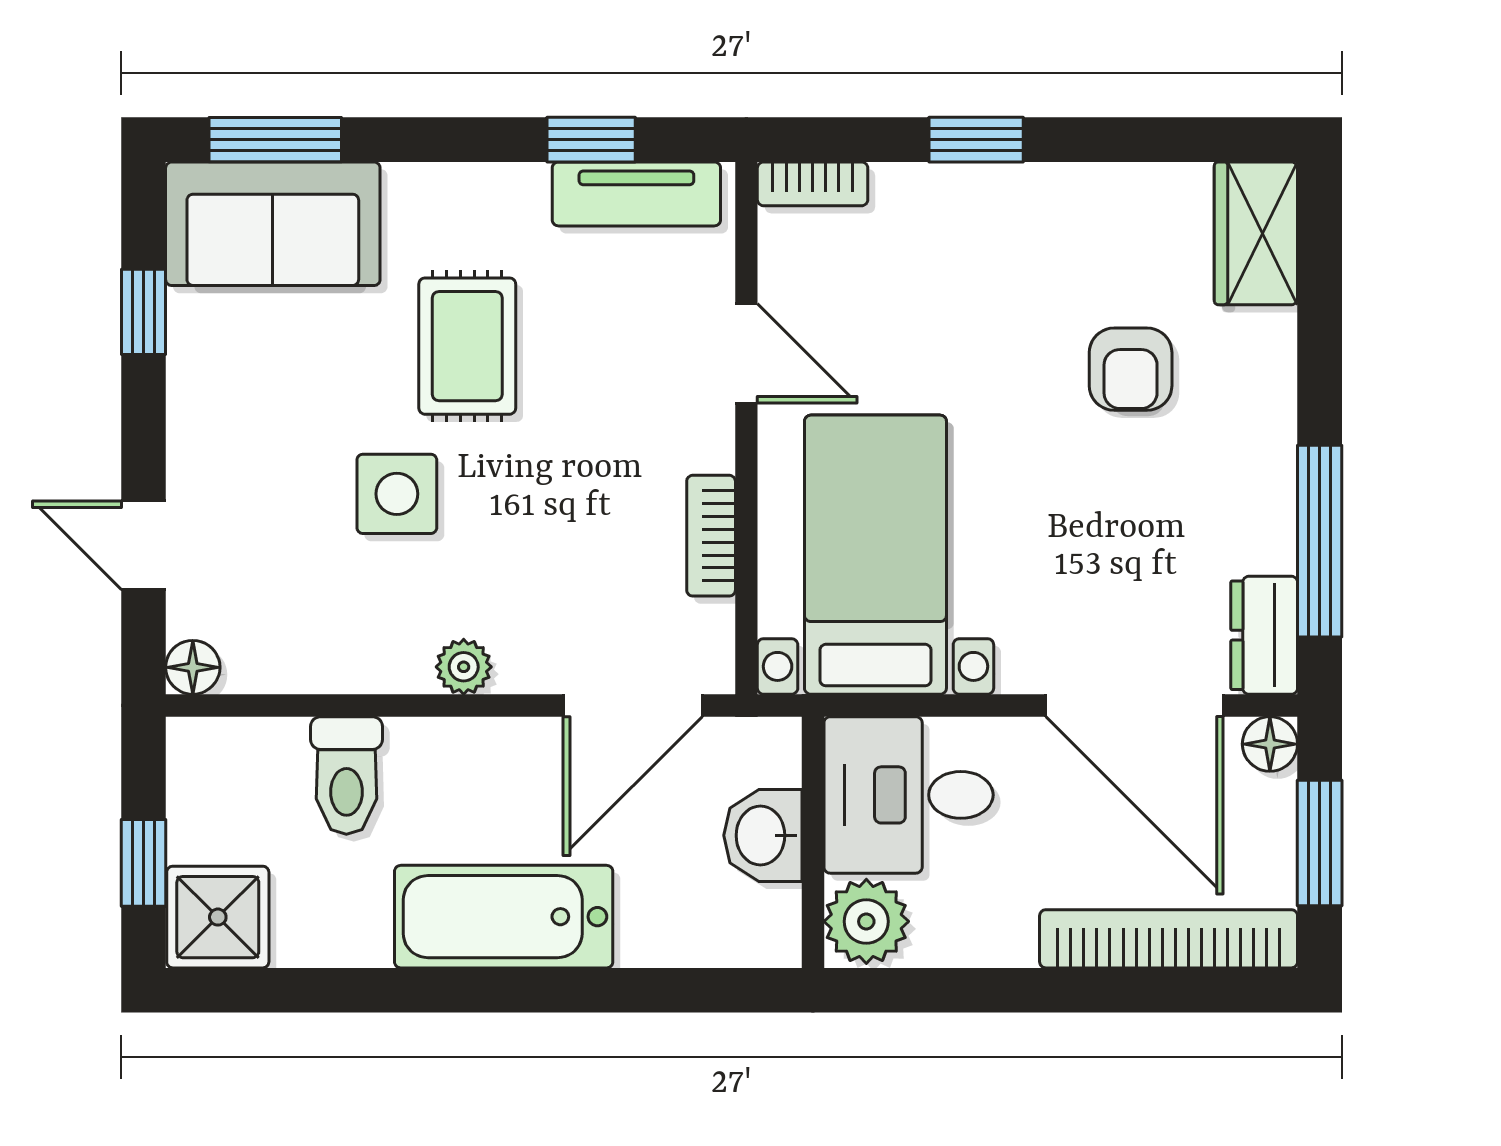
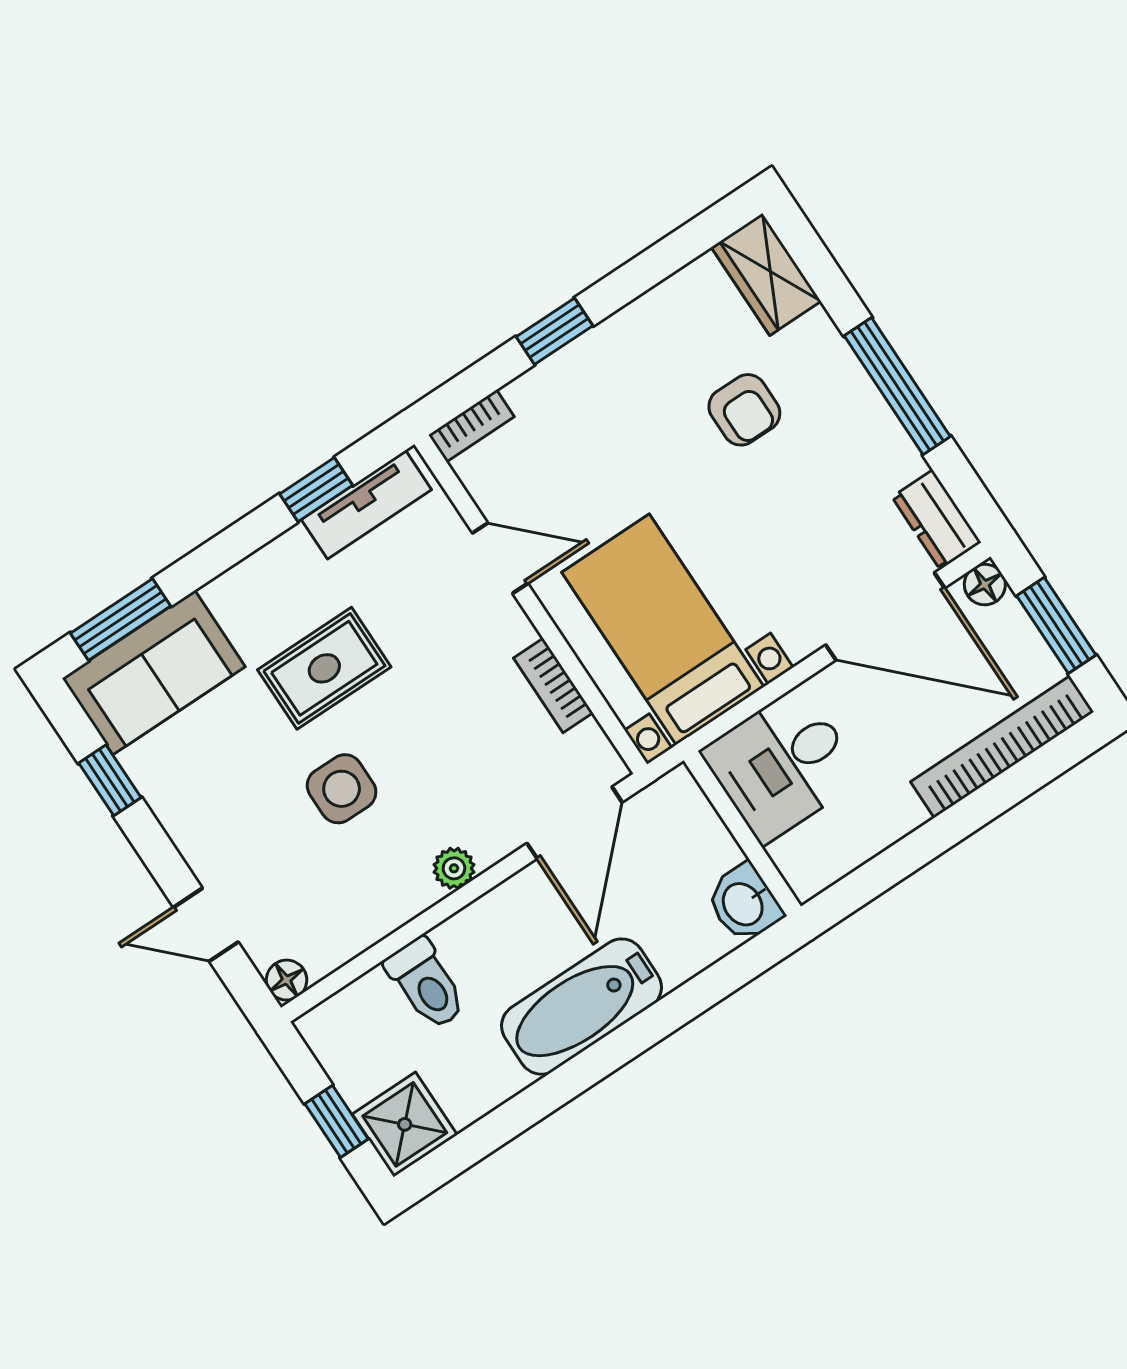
rug: (467, 346) -> (324, 668), turned 90
window: (1320, 541) -> (897, 386), moved
washbasin: (763, 835) -> (744, 903), moved
plant: (866, 921) -> (808, 860), removed

